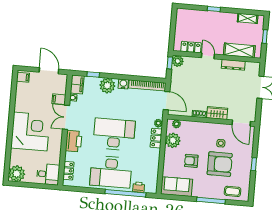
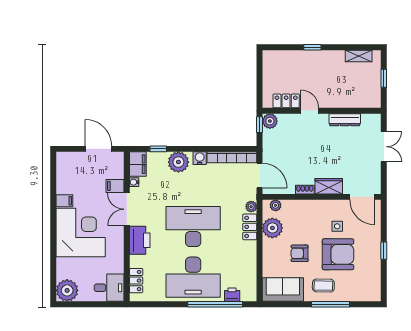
shelving: (239, 50) -> (351, 100), removed
filing cabinet: (23, 77) -> (64, 201), moved
coffee table: (233, 191) -> (323, 286), moved

